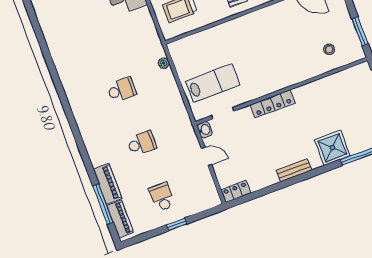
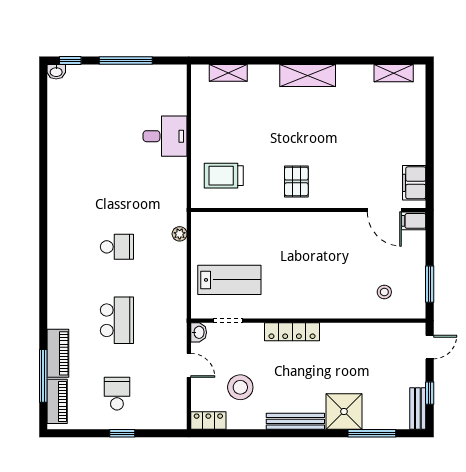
school desk: (142, 143) -> (117, 320), width x1.85
stool: (250, 158) -> (240, 387), added
bench: (294, 170) -> (295, 421), width x1.36

